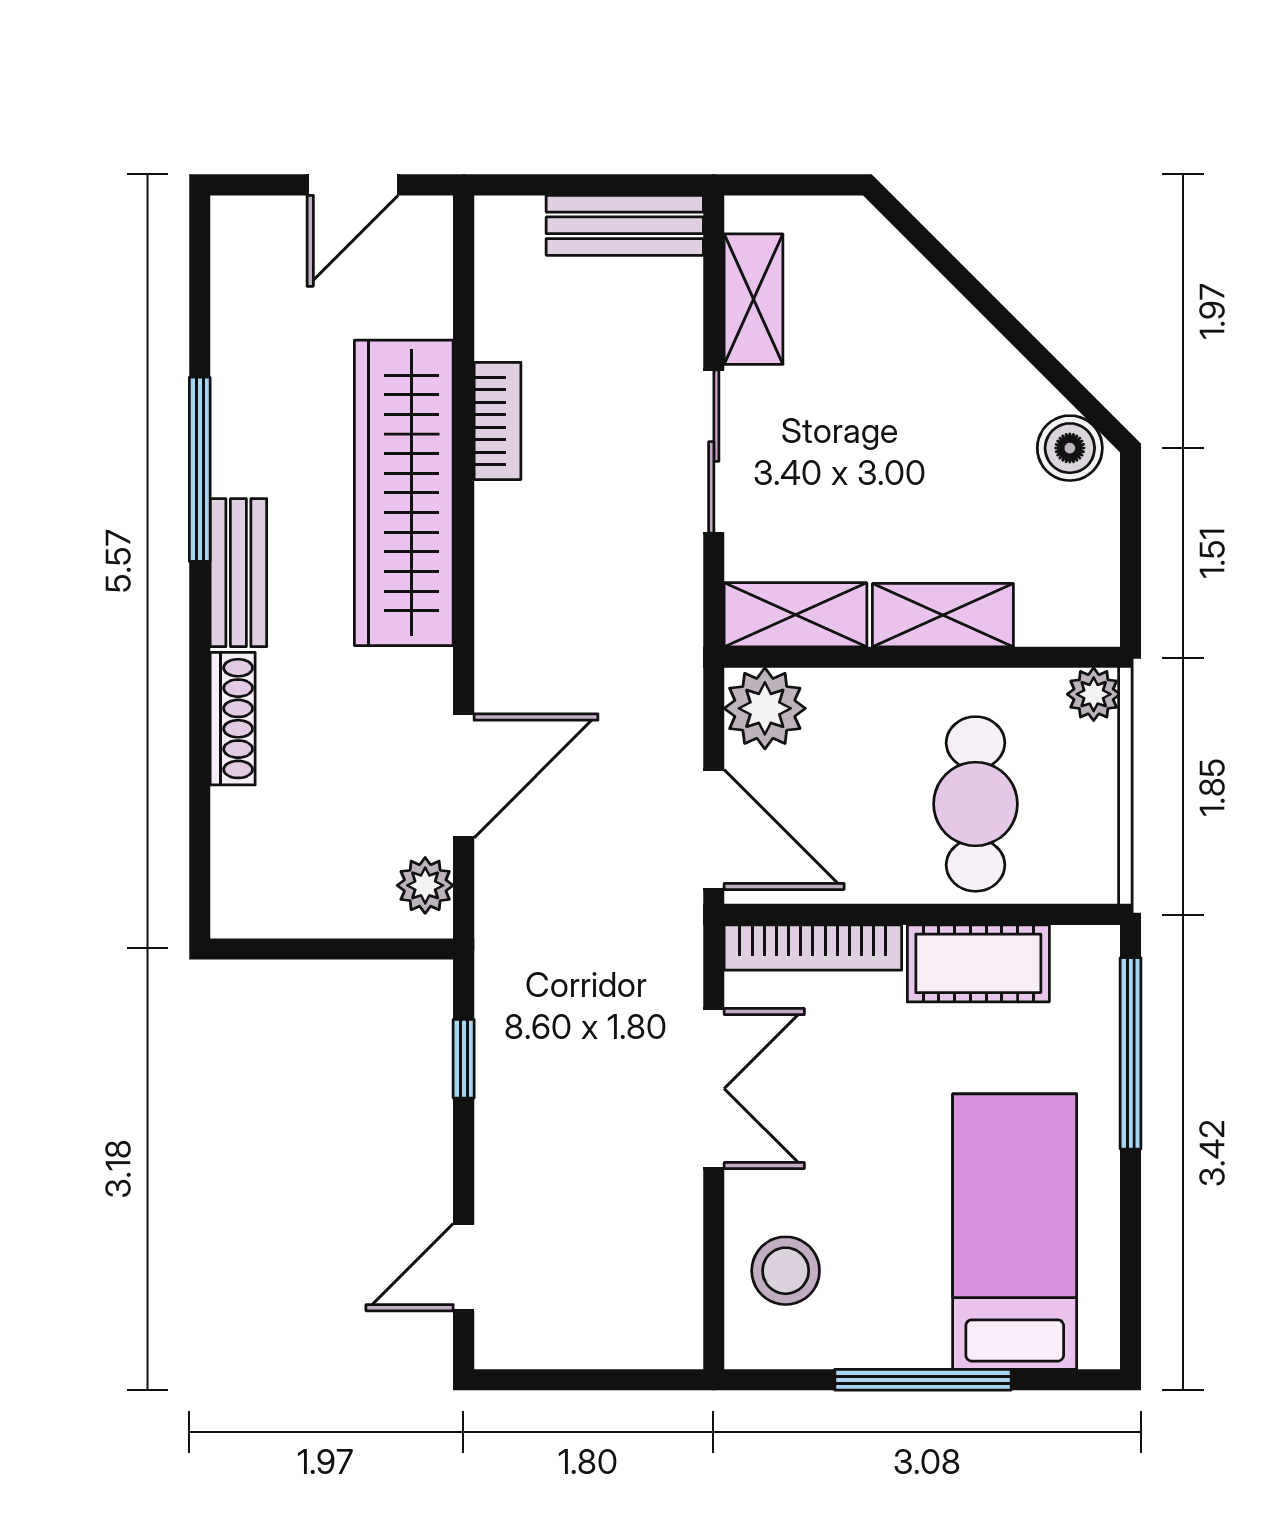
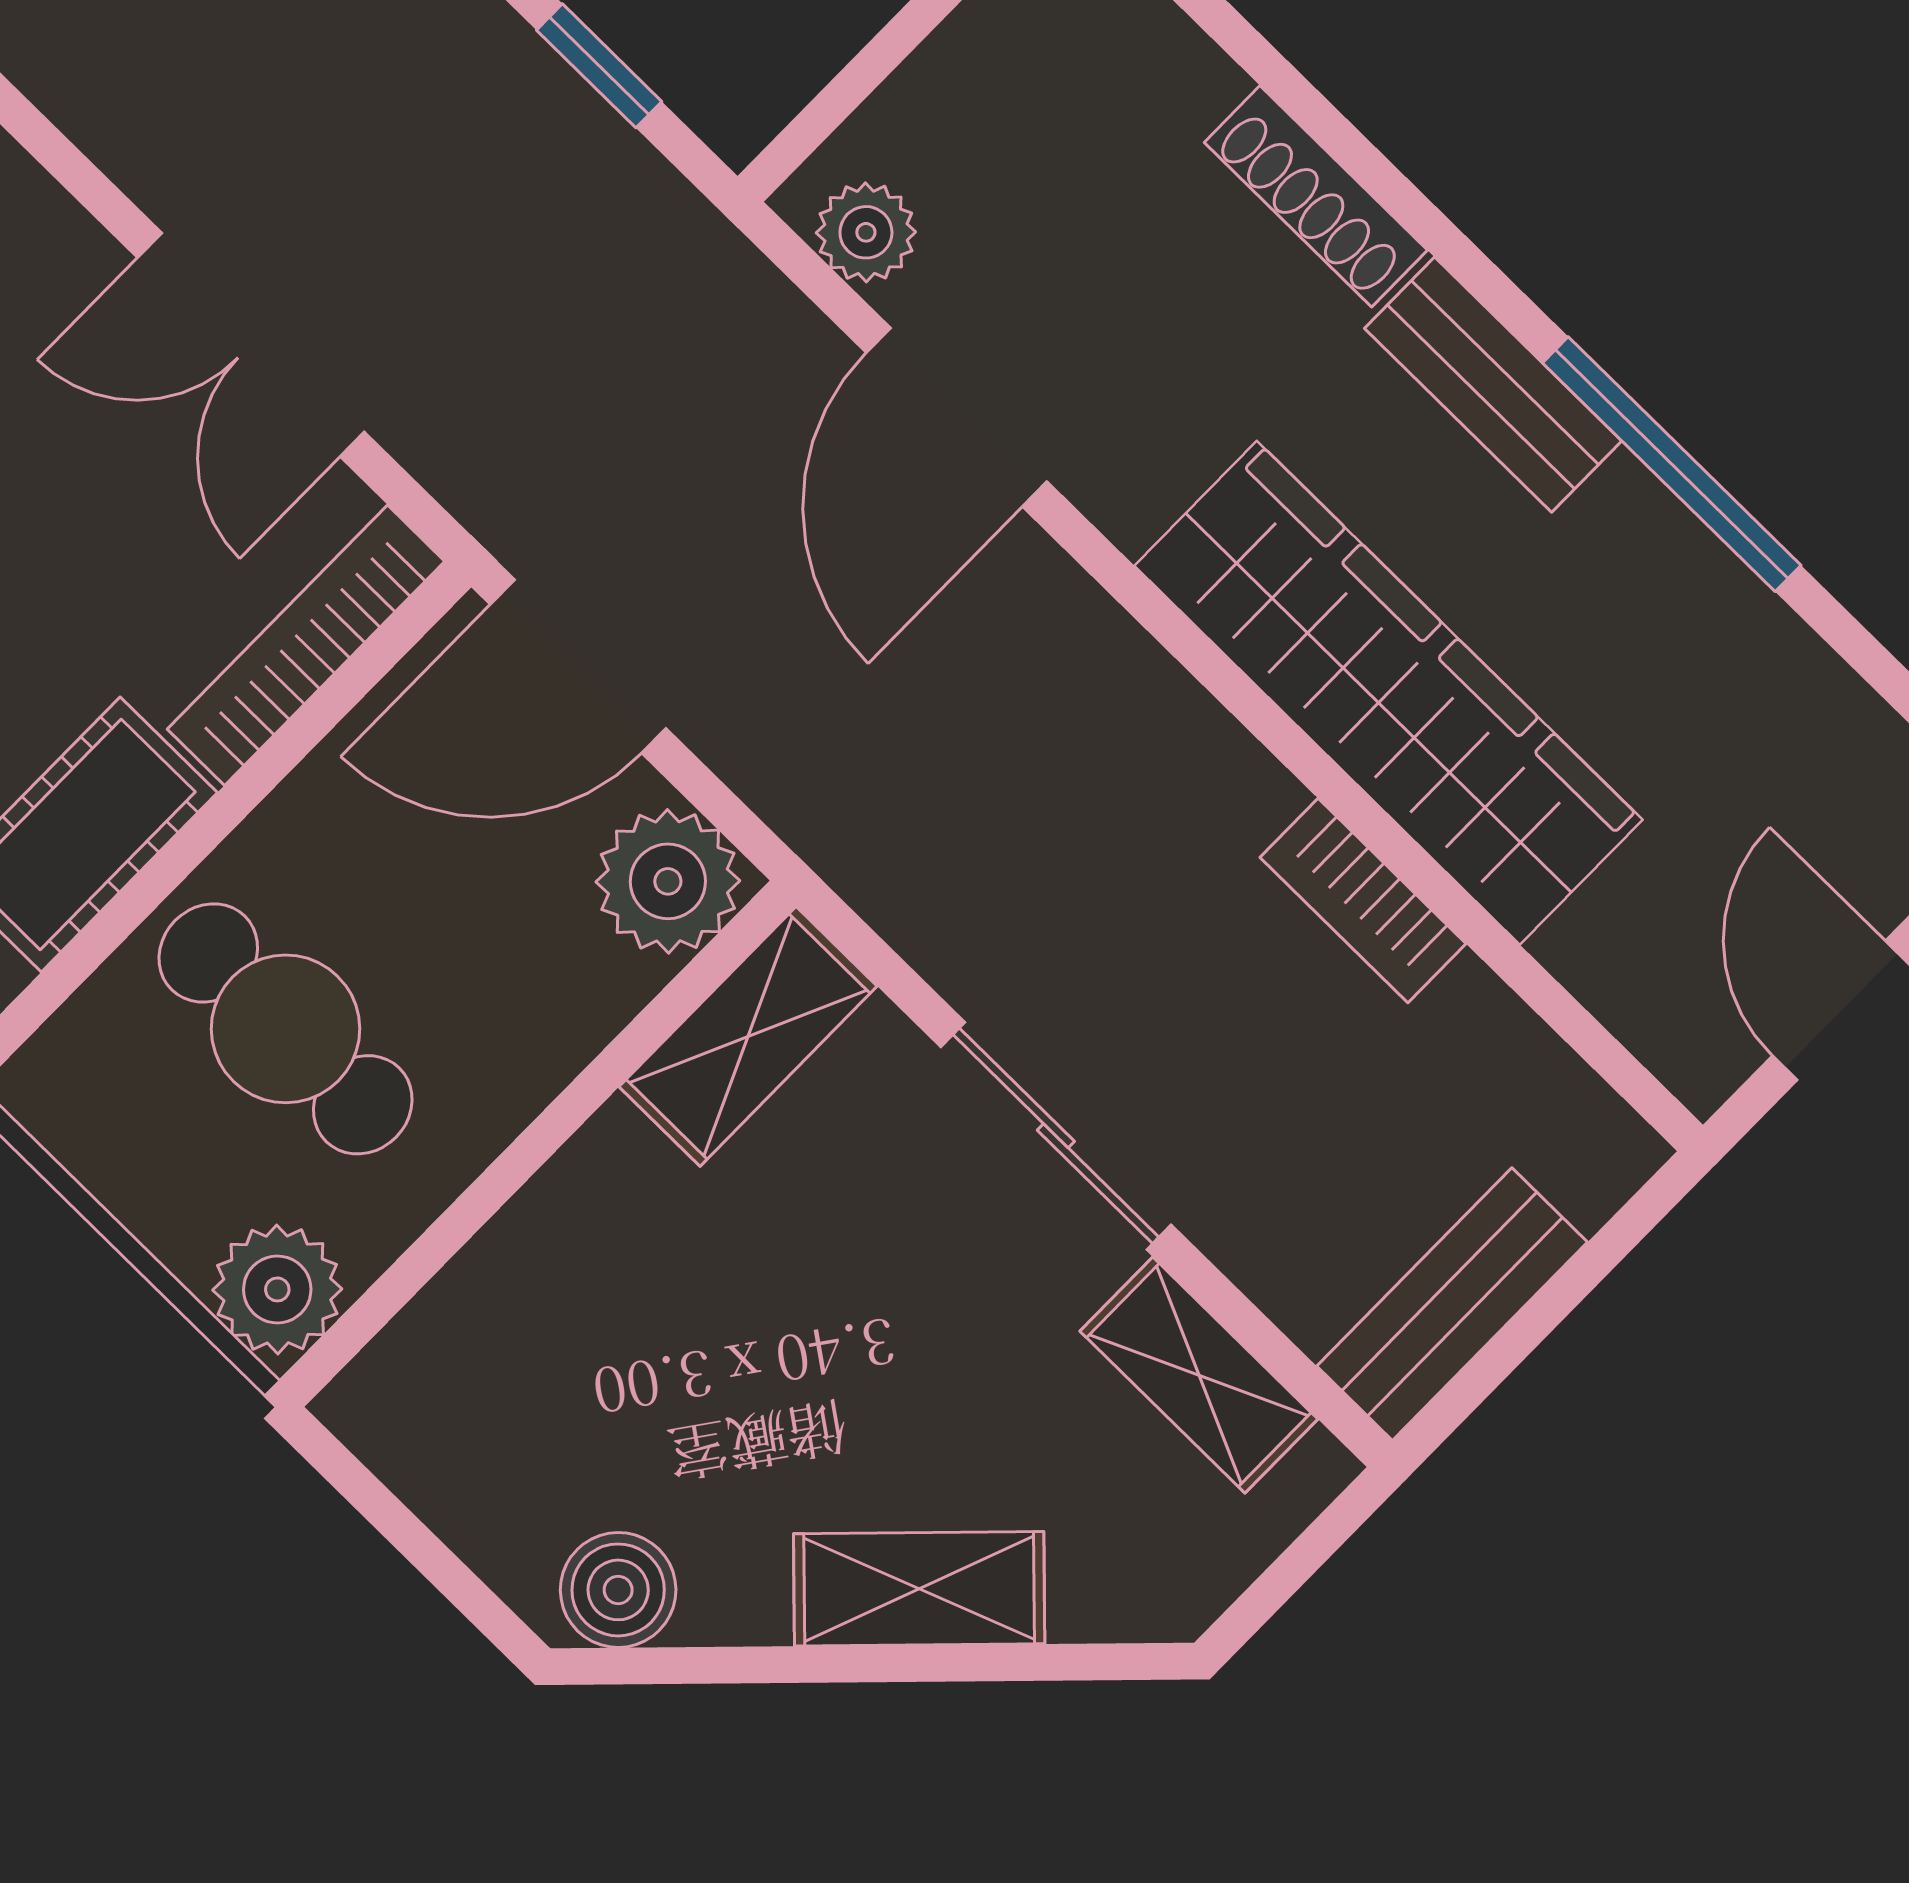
shelving: (943, 615) -> (919, 1589), moved, turned 45
plant: (1094, 694) -> (277, 1289), width x1.38, depth x1.38

